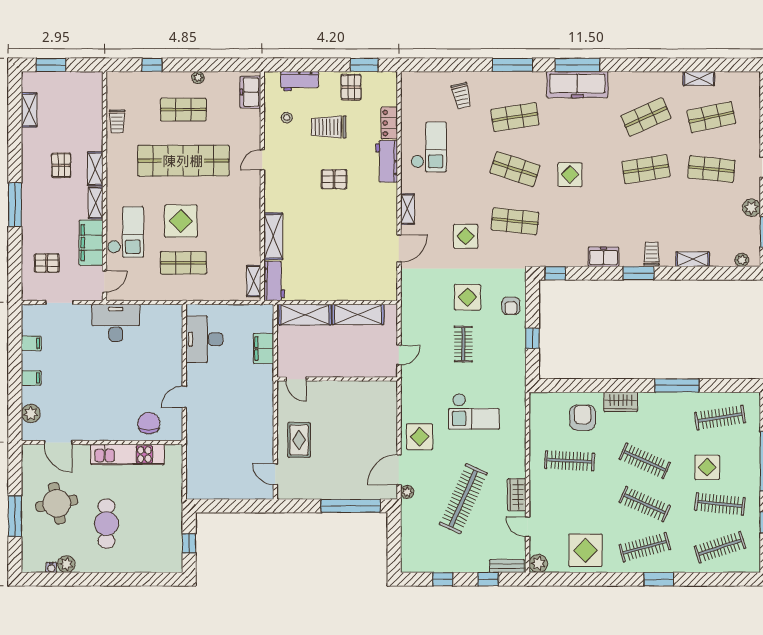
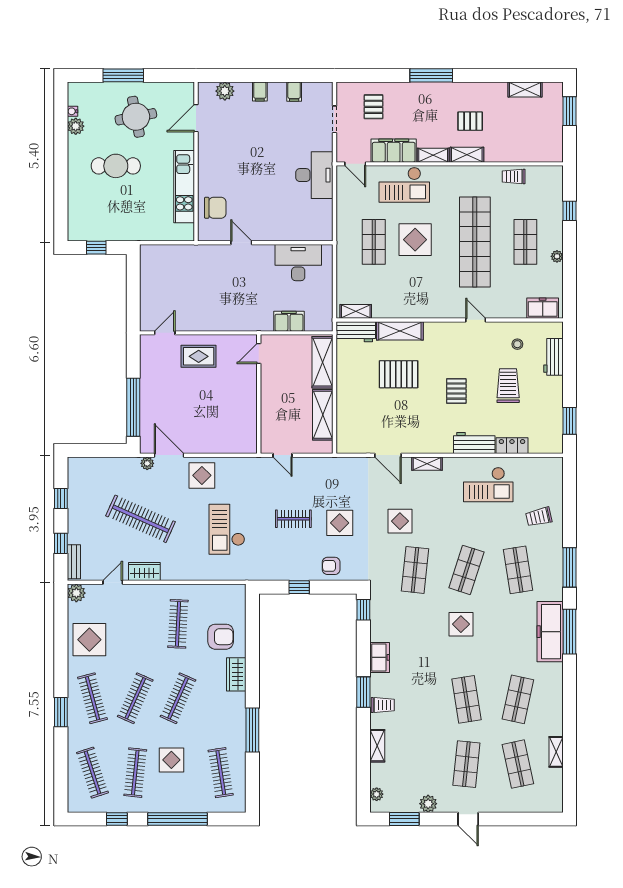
pallet: (351, 87) -> (399, 374), moved, width x1.50, depth x1.42
shop shelf: (646, 117) -> (518, 699), turned 36

